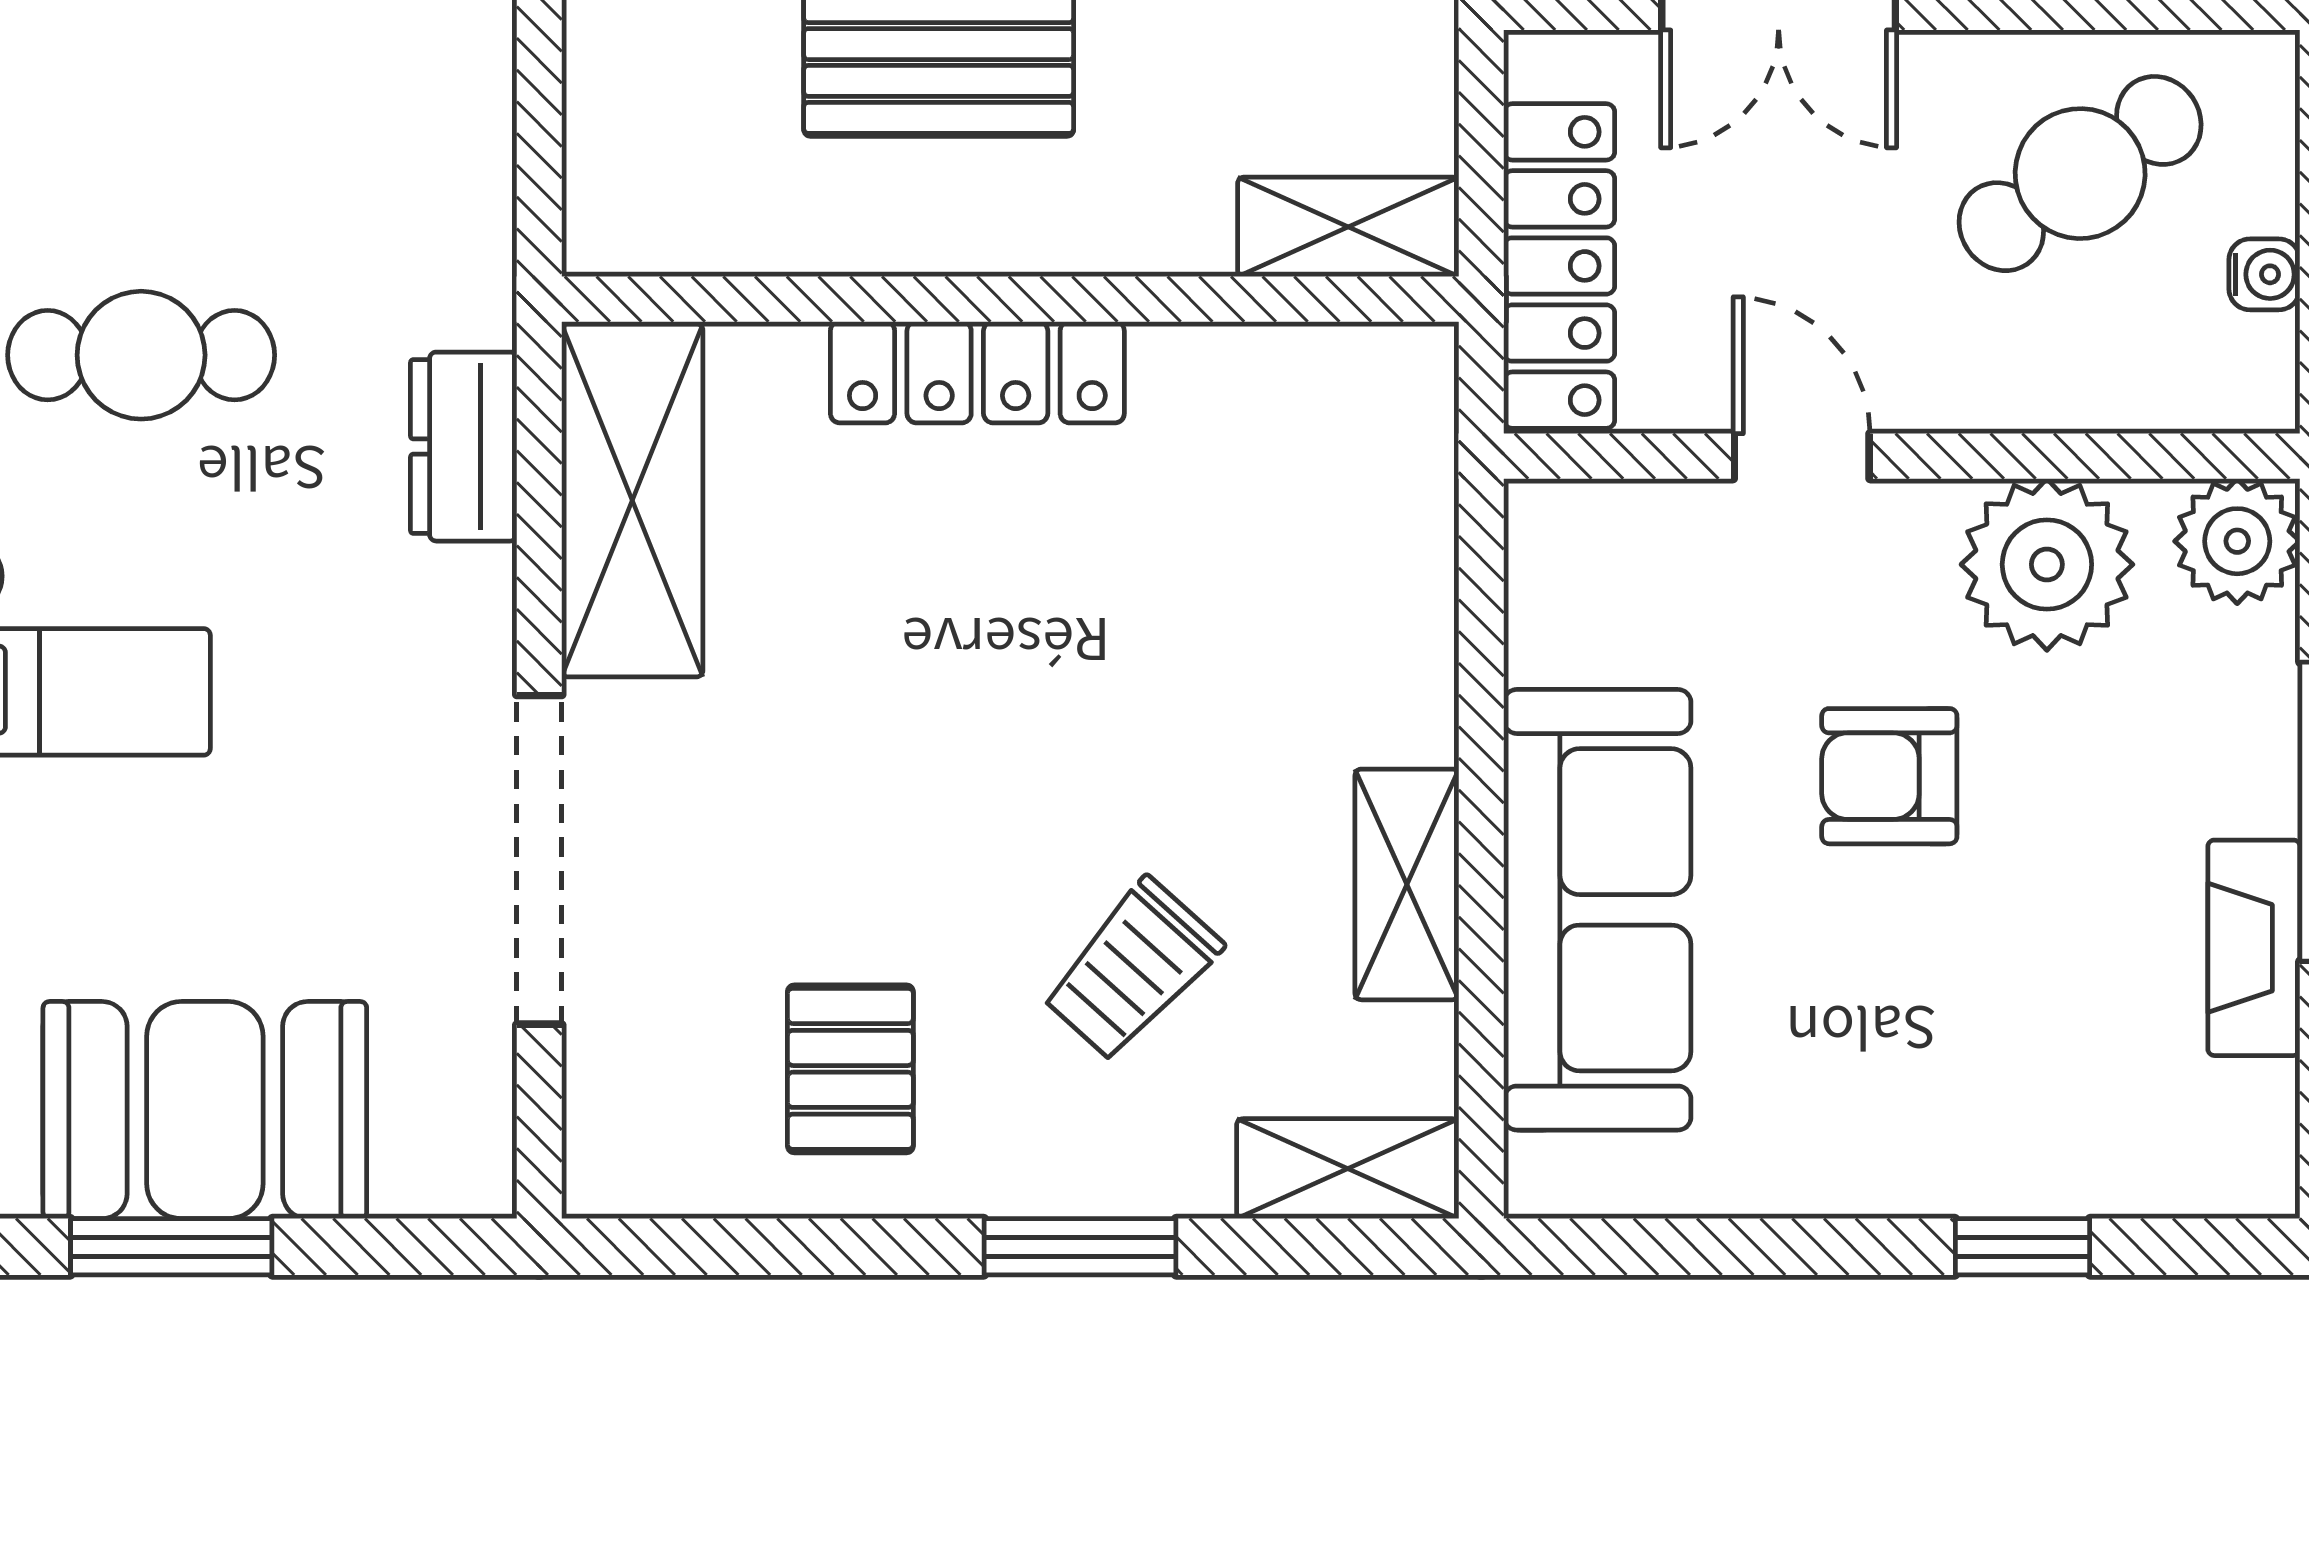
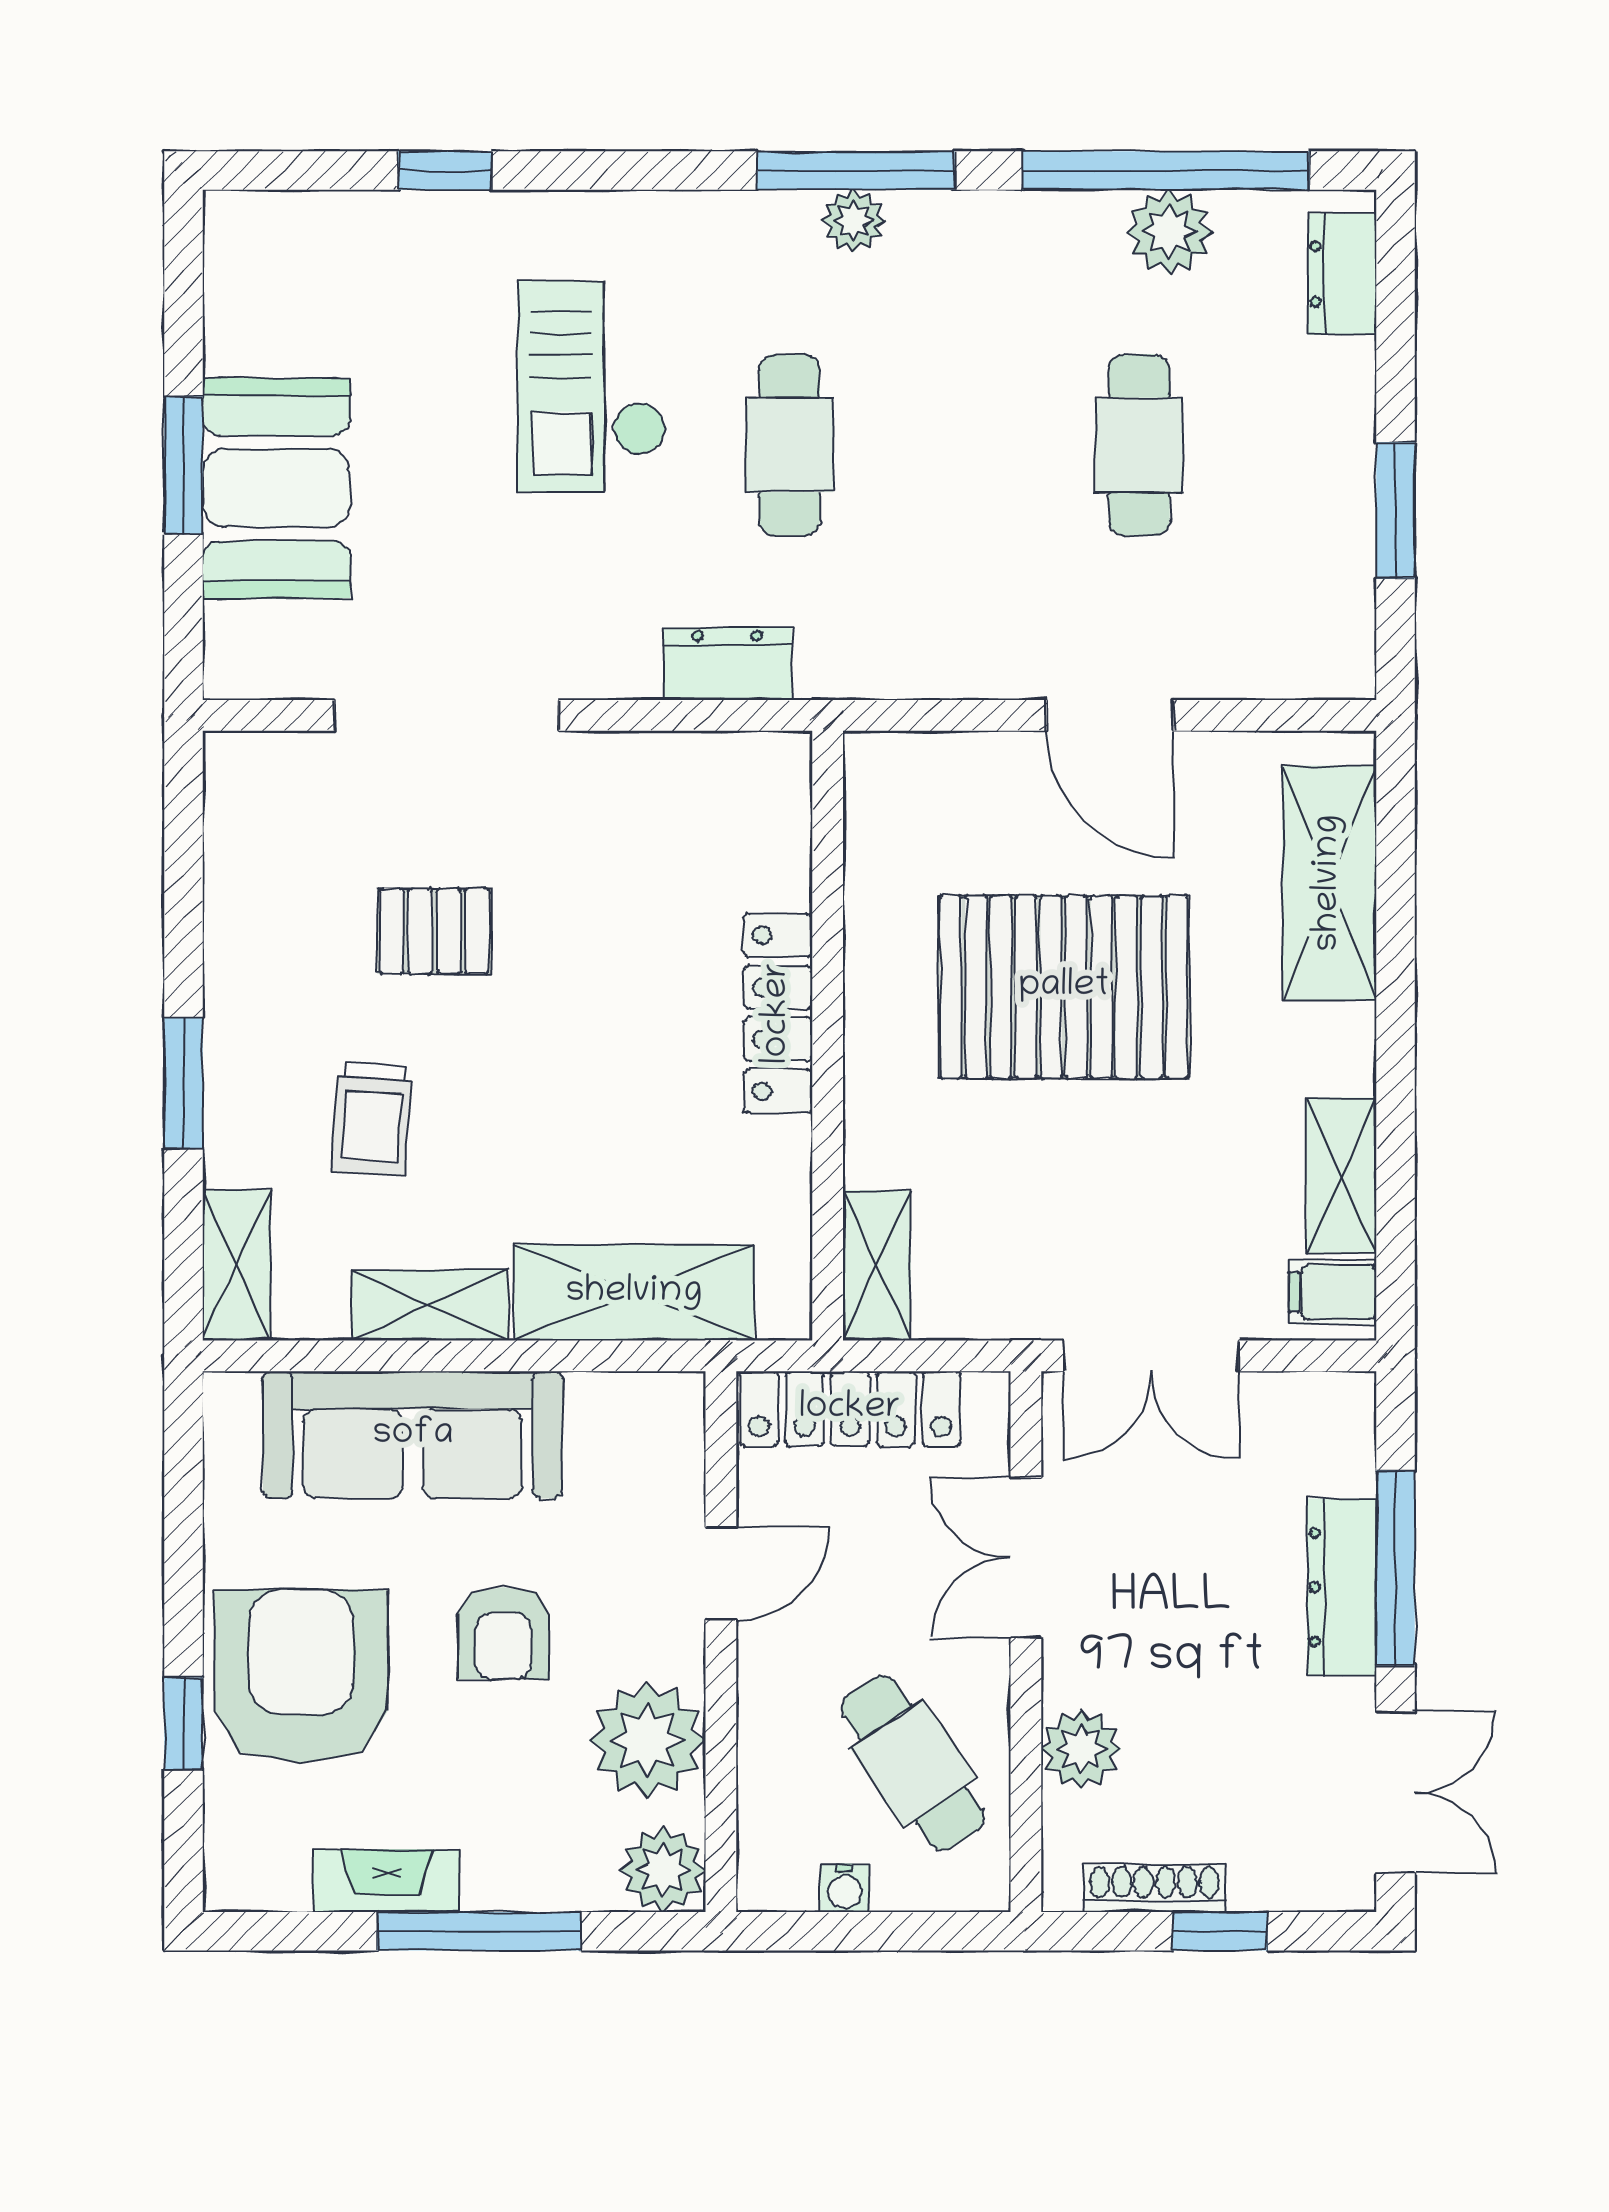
shelving: (632, 500) -> (634, 1293), moved
armchair: (1889, 776) -> (503, 1633), turned 180
trolley: (1132, 970) -> (372, 1118), turned -128
pallet: (850, 1069) -> (434, 931), moved
armchair: (1953, 1074) -> (301, 1676), added

